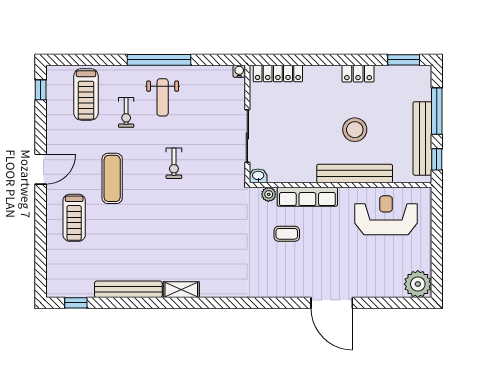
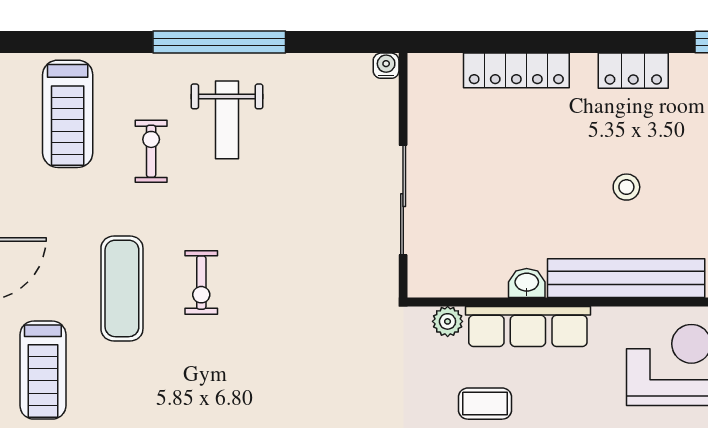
locker: (278, 74) -> (516, 70), moved
exercise bike: (126, 112) -> (151, 151), turned 180
stool: (355, 130) -> (626, 187), width x0.53, depth x0.53
exercise bike: (174, 163) -> (201, 283), moved
washbasin: (258, 176) -> (527, 283), moved

